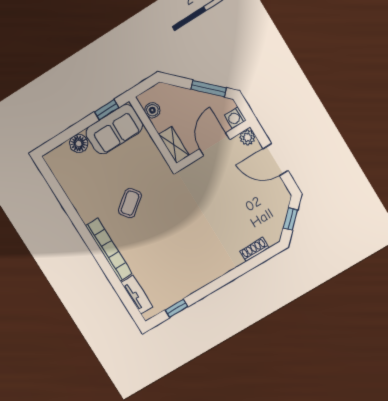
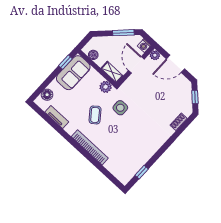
floor lamp: (79, 144) -> (47, 95), moved
plant: (158, 165) -> (106, 87), added
side table: (171, 203) -> (120, 108), added
tv unit: (137, 295) -> (57, 117), moved

